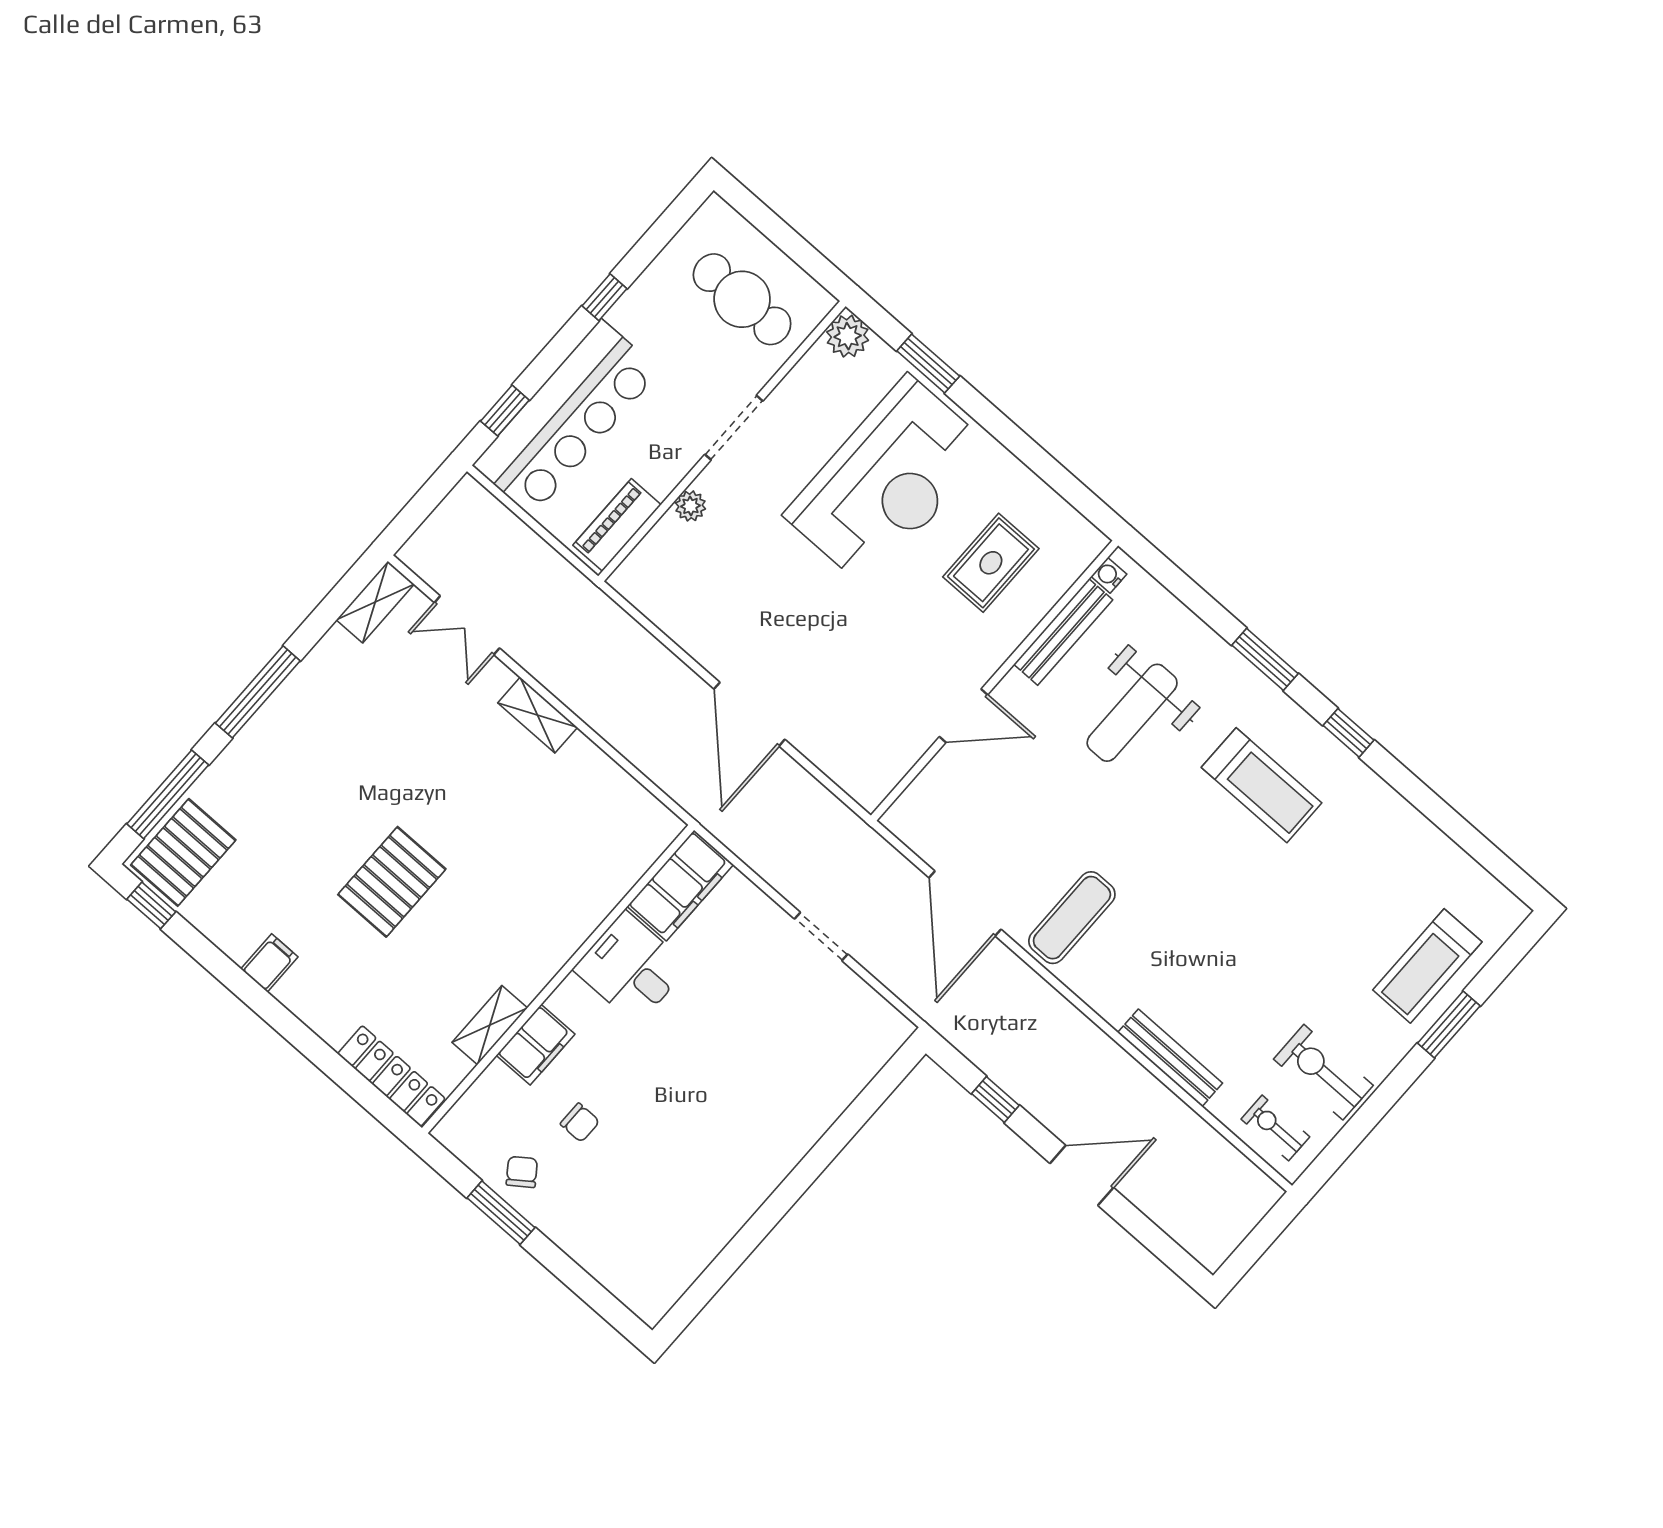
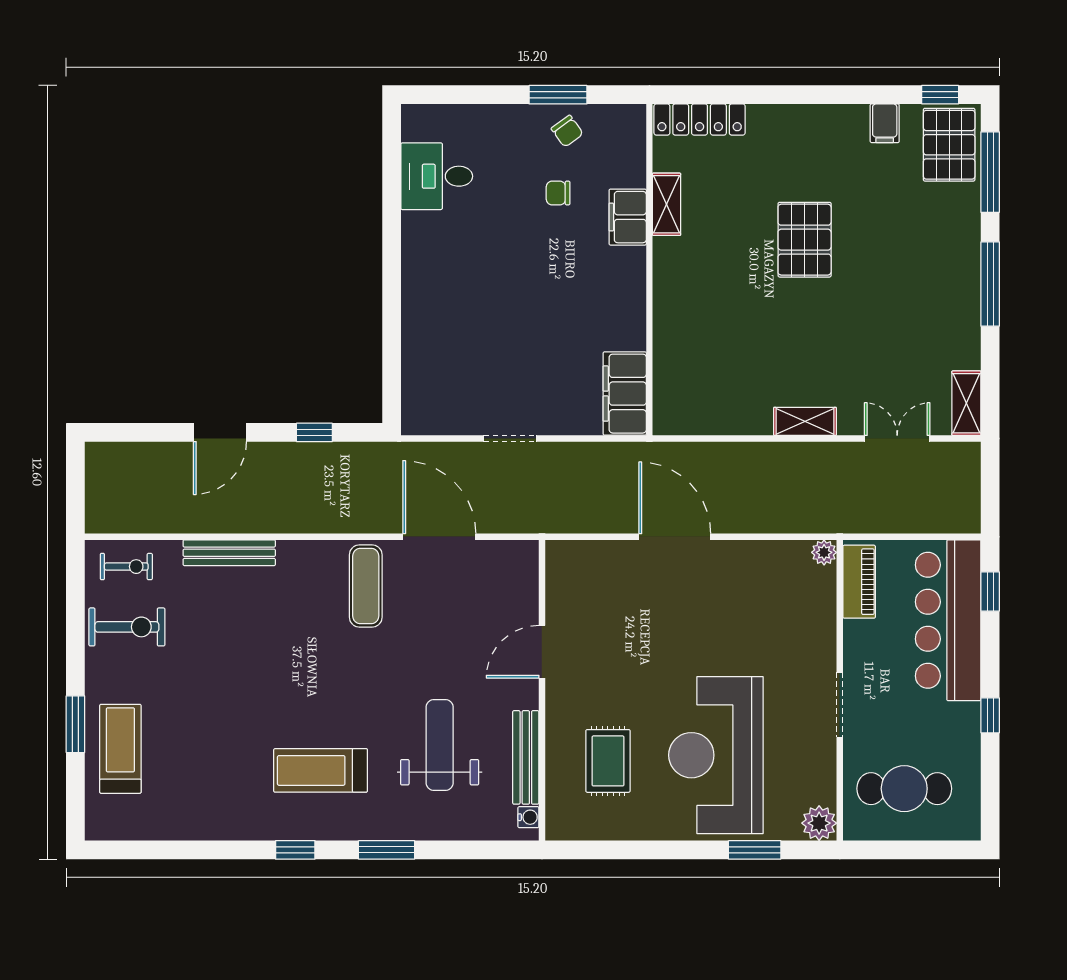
plant: (690, 506) -> (824, 552), moved
filing cabinet: (269, 963) -> (885, 123), moved
desk: (631, 968) -> (437, 176), moved, turned 180

